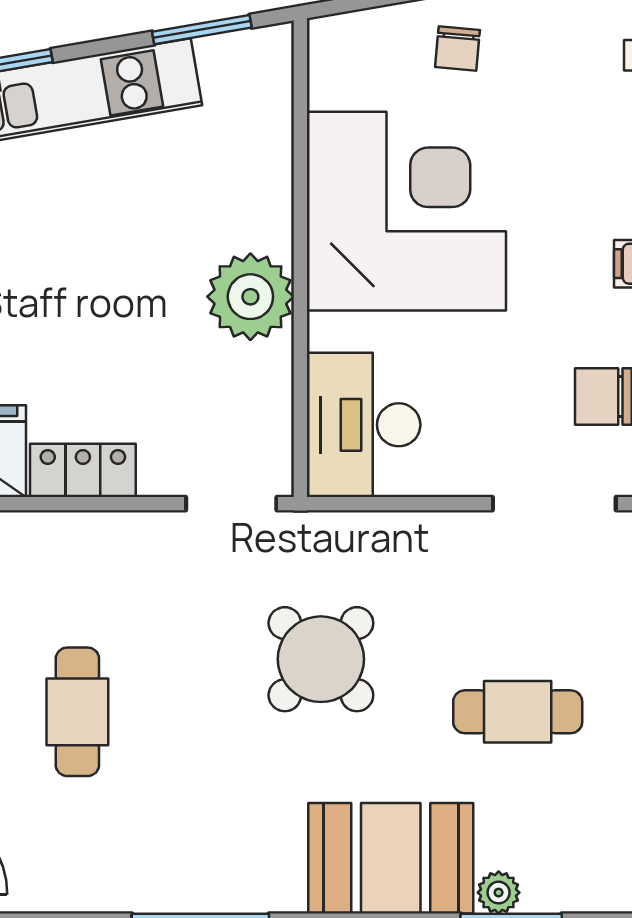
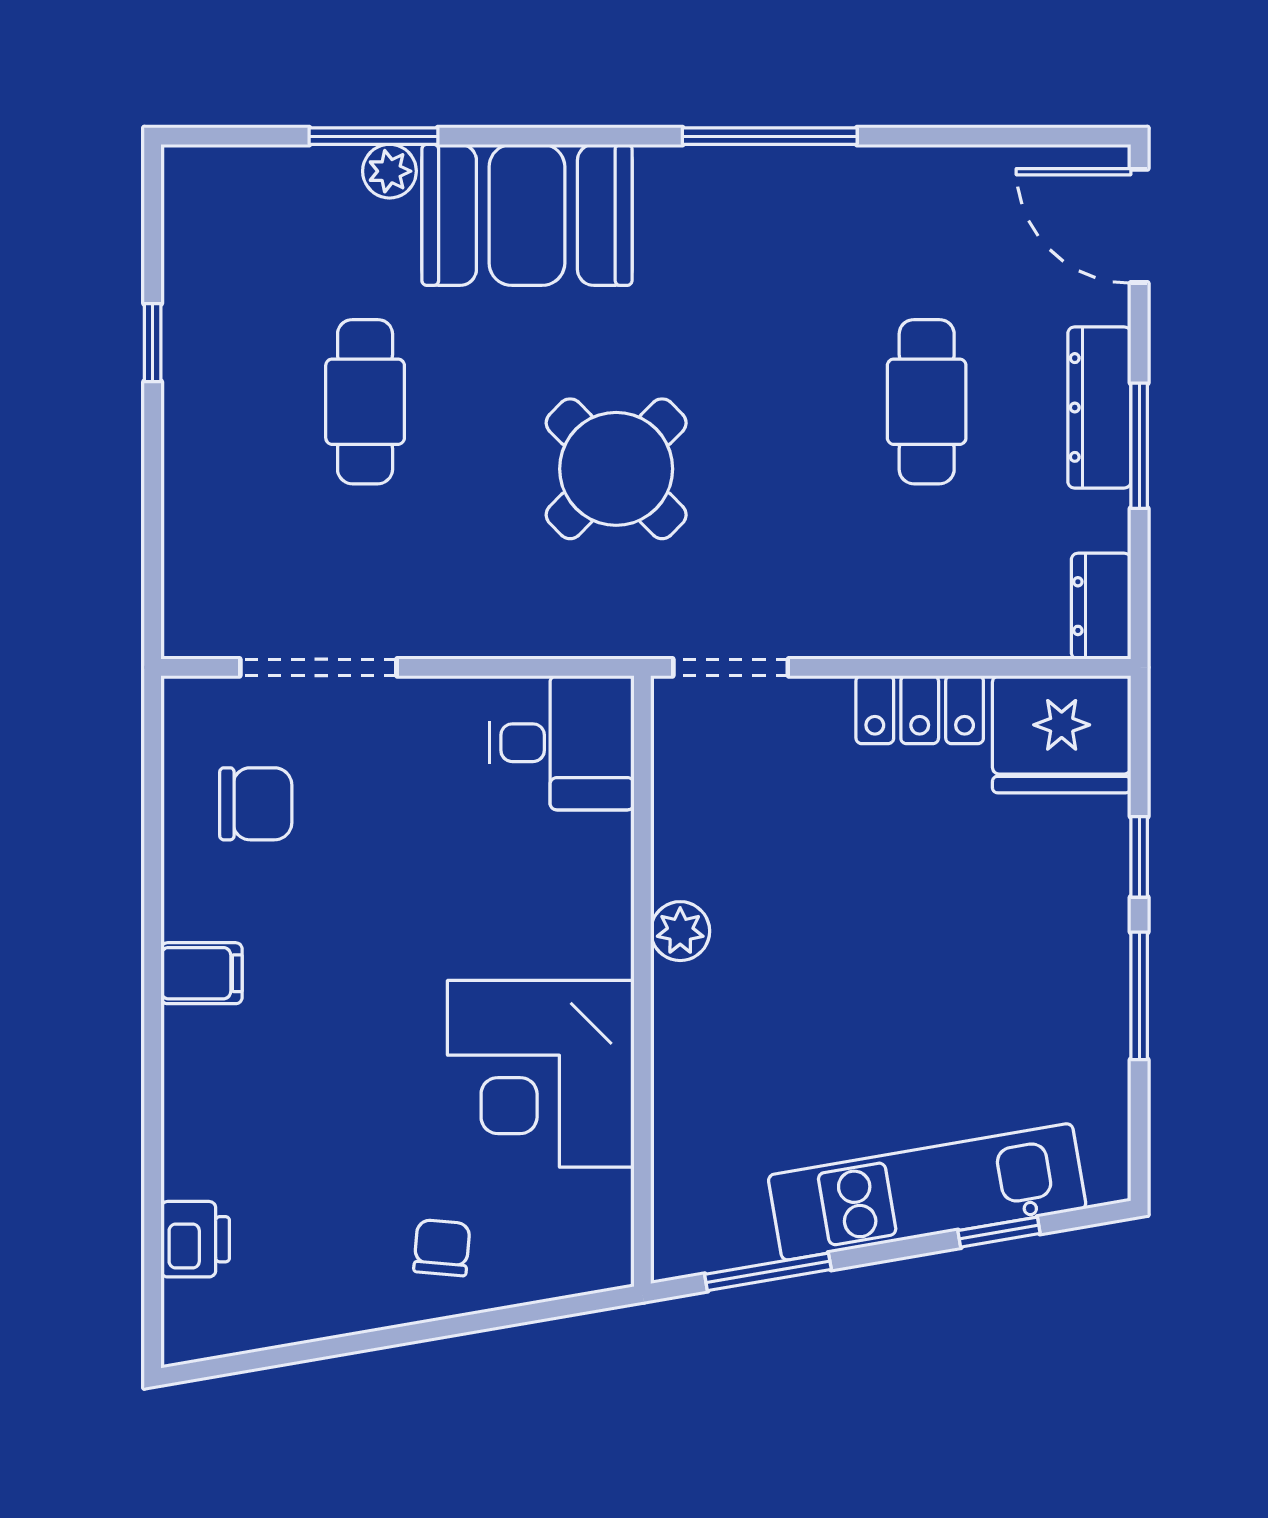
corner desk: (406, 211) -> (541, 1074), width x0.74, depth x0.74
plant: (250, 297) -> (680, 931), width x0.53, depth x0.53
desk: (364, 425) -> (562, 743), width x0.73
cafe table: (518, 712) -> (365, 402), turned 90

